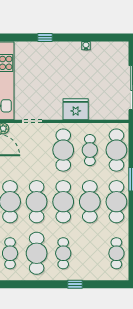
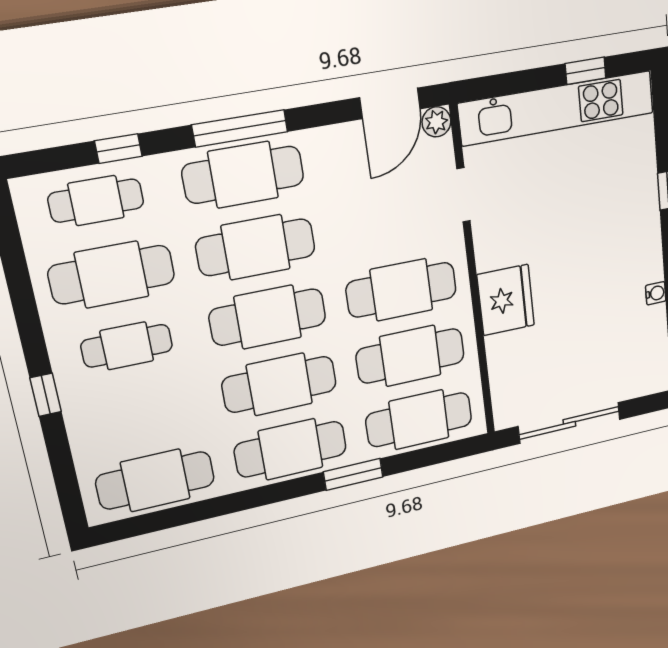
cafe table: (90, 150) -> (410, 356), width x1.37, depth x1.35
cafe table: (116, 253) -> (155, 480), width x1.37, depth x1.35

